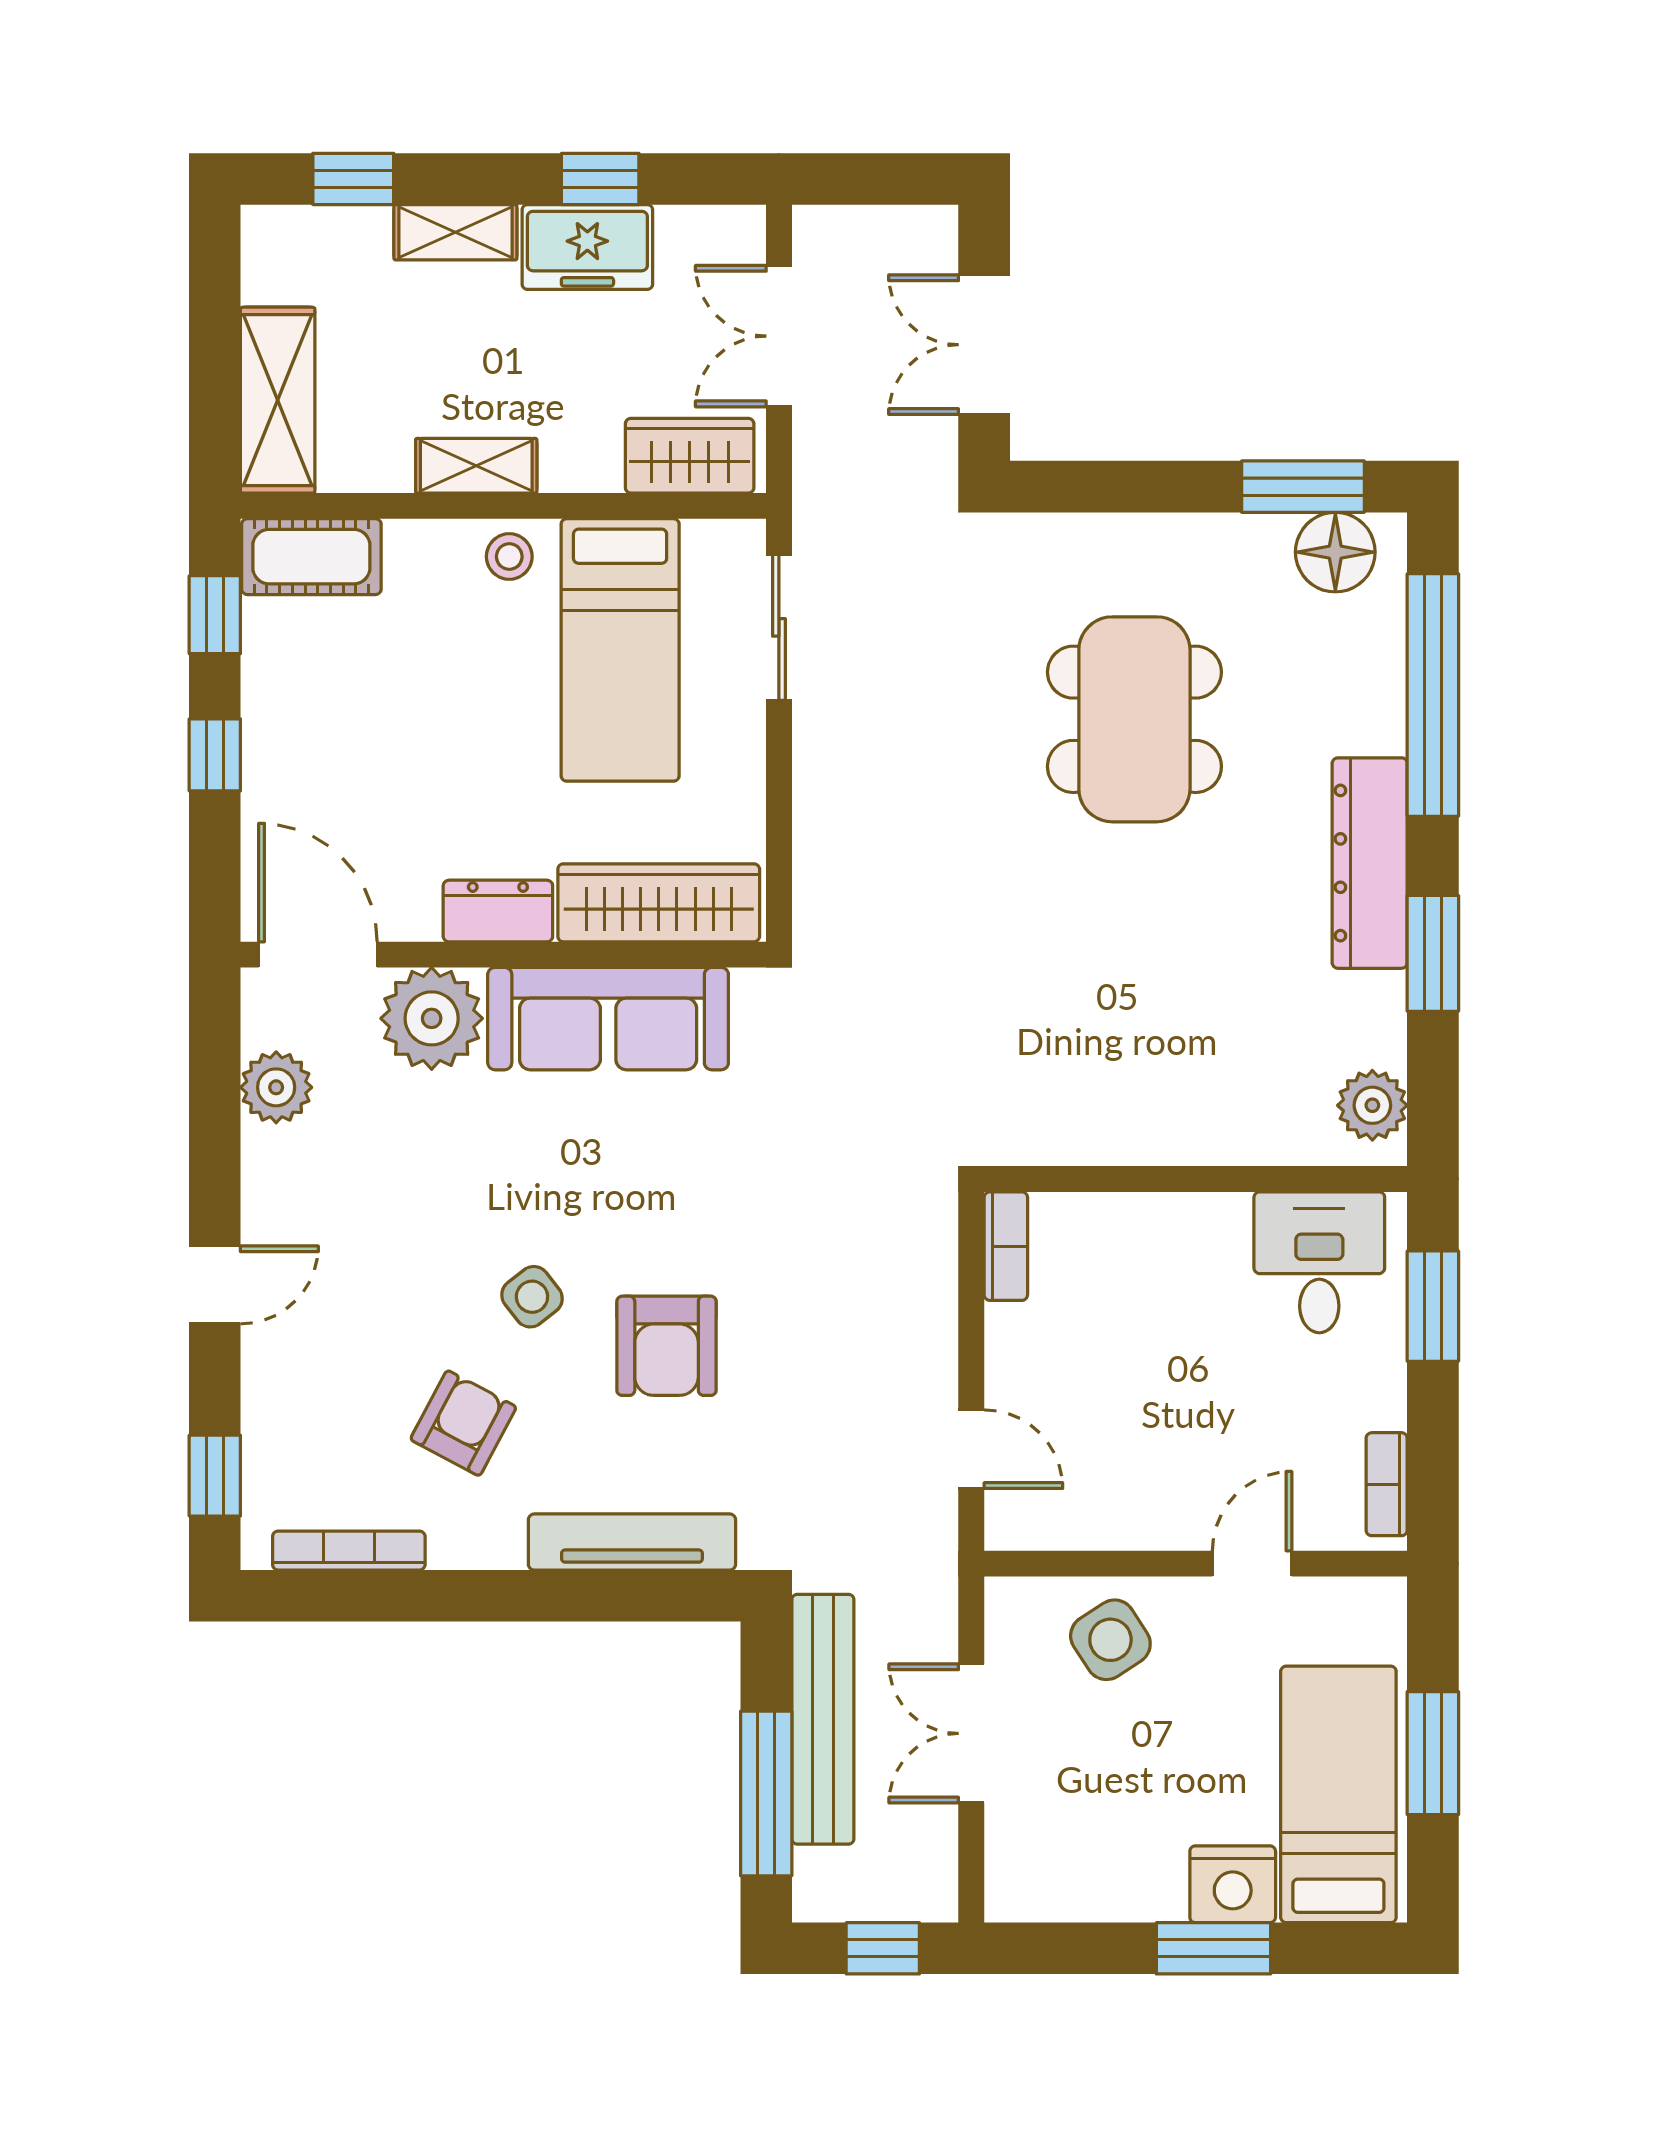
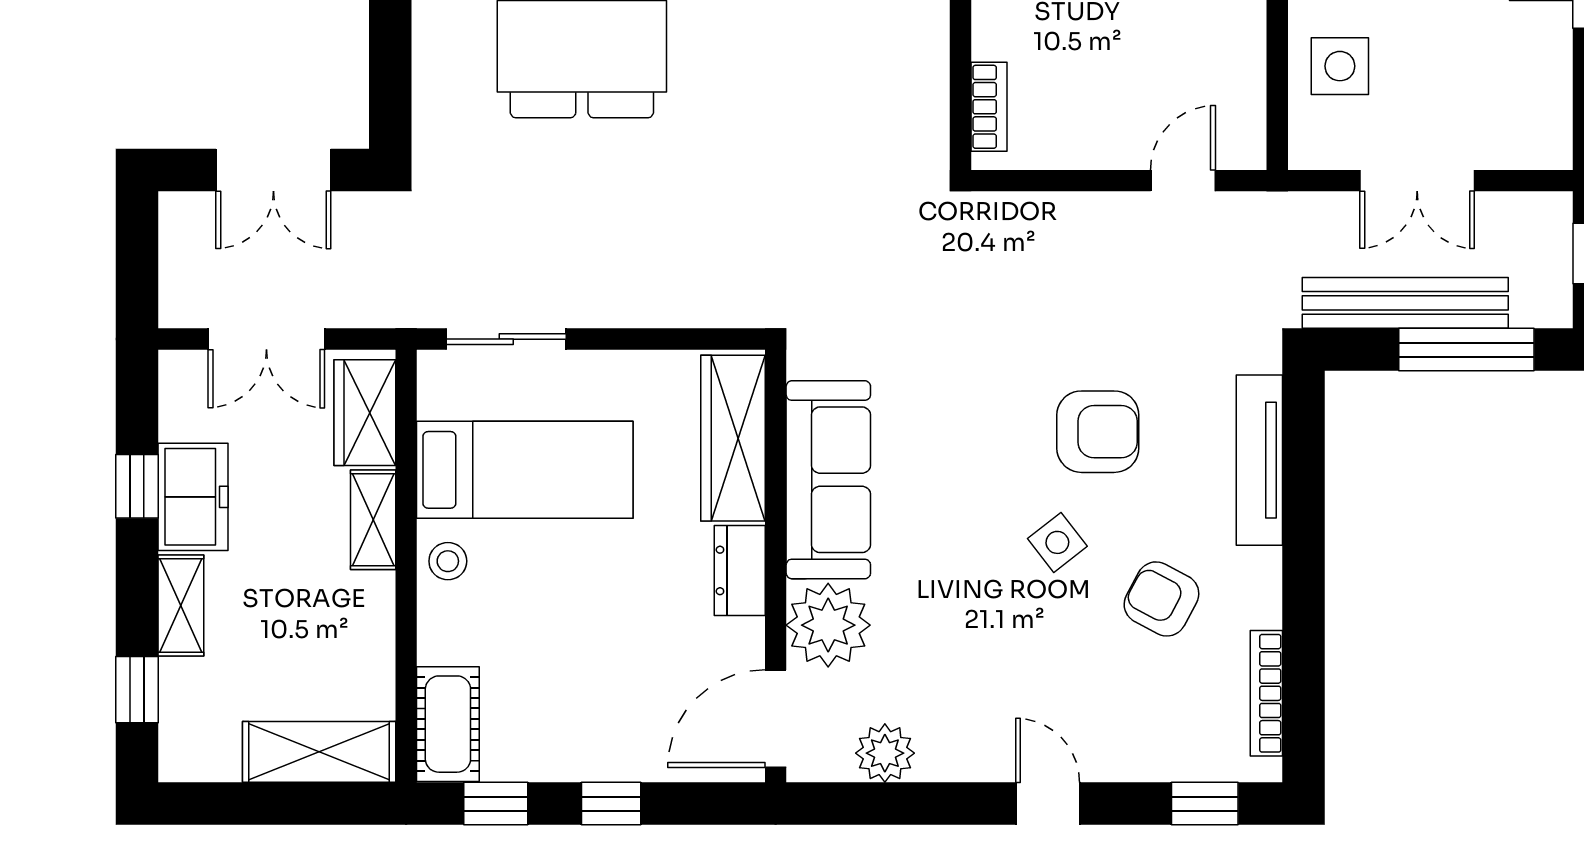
shelving: (476, 466) -> (373, 520), moved
bookcase: (1006, 1246) -> (989, 107), moved, turned 90
side table: (1110, 1640) -> (1340, 66), turned 33

